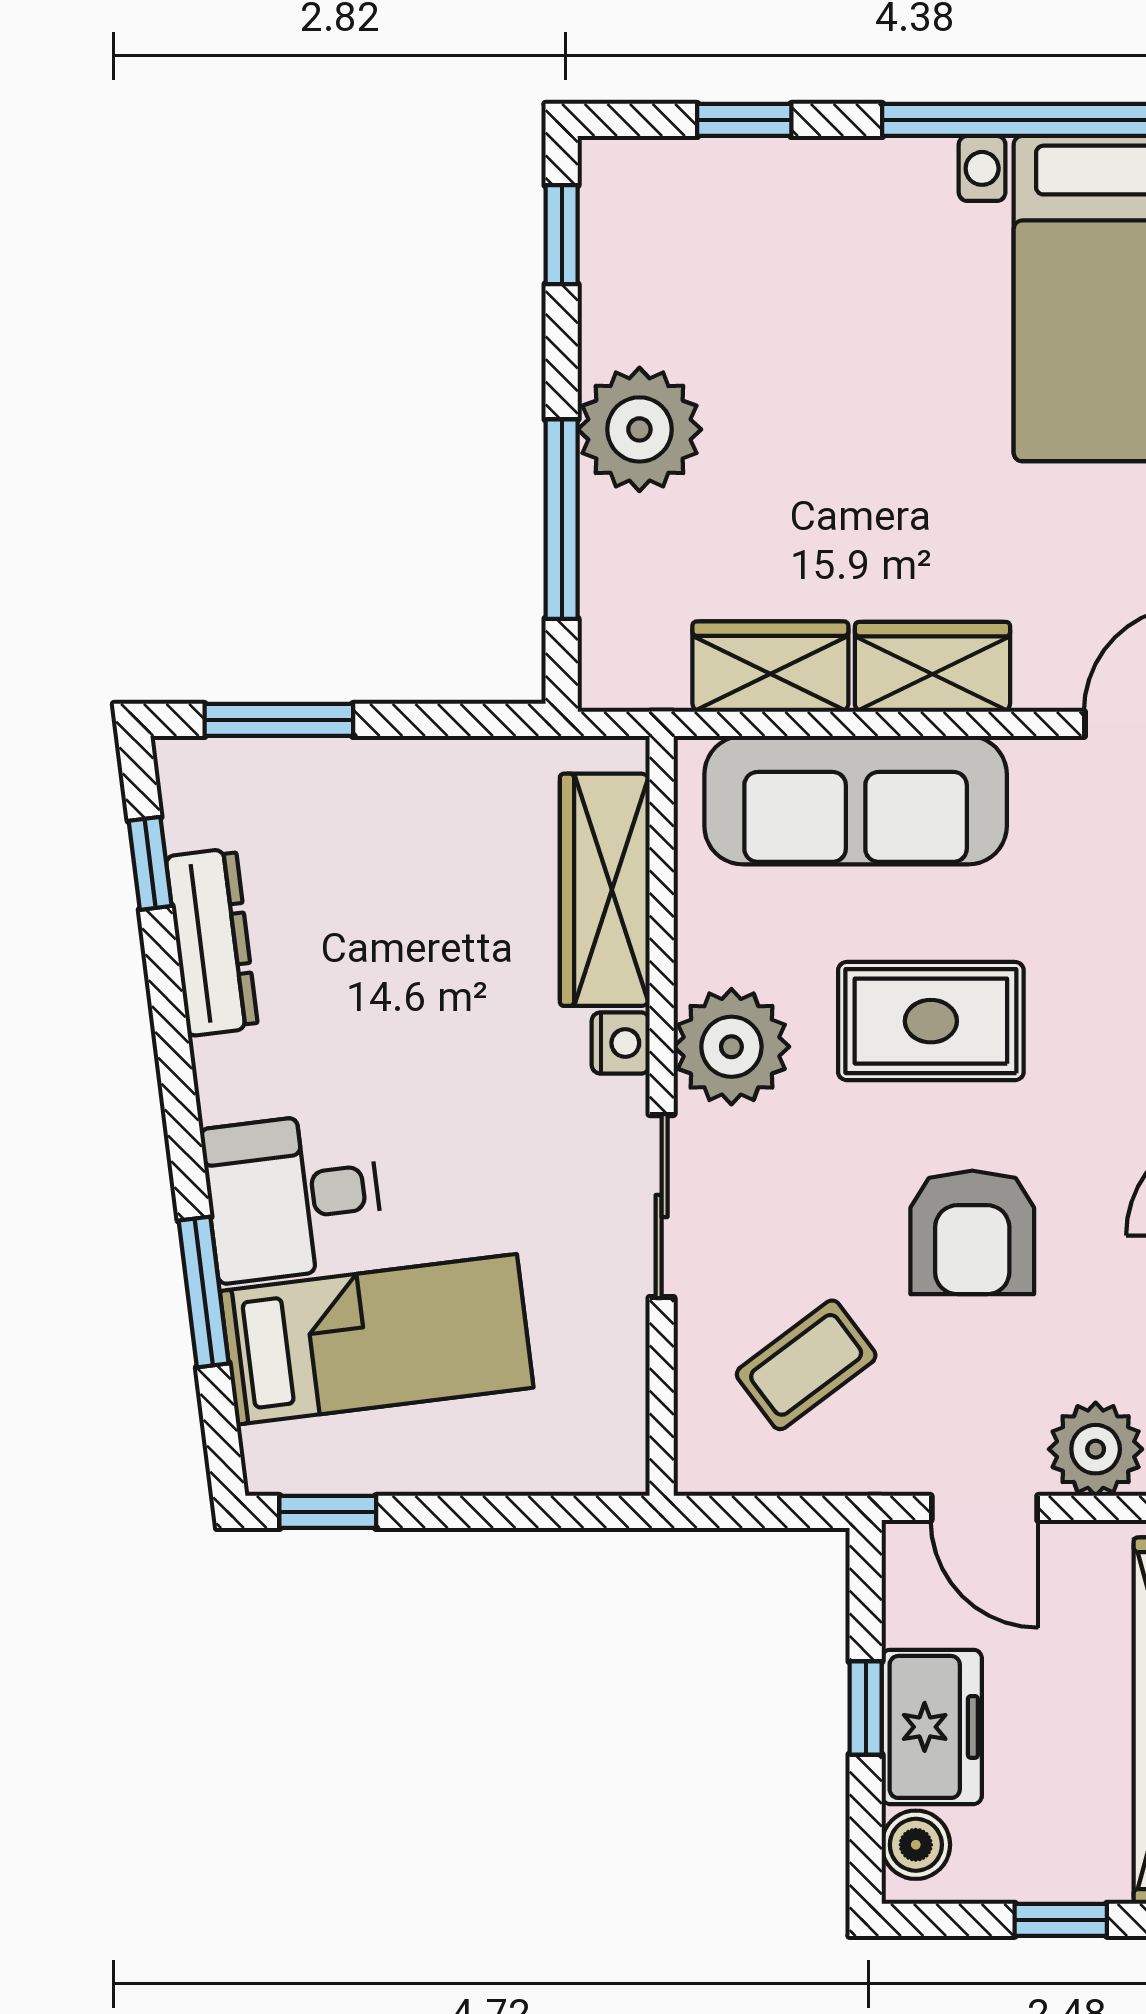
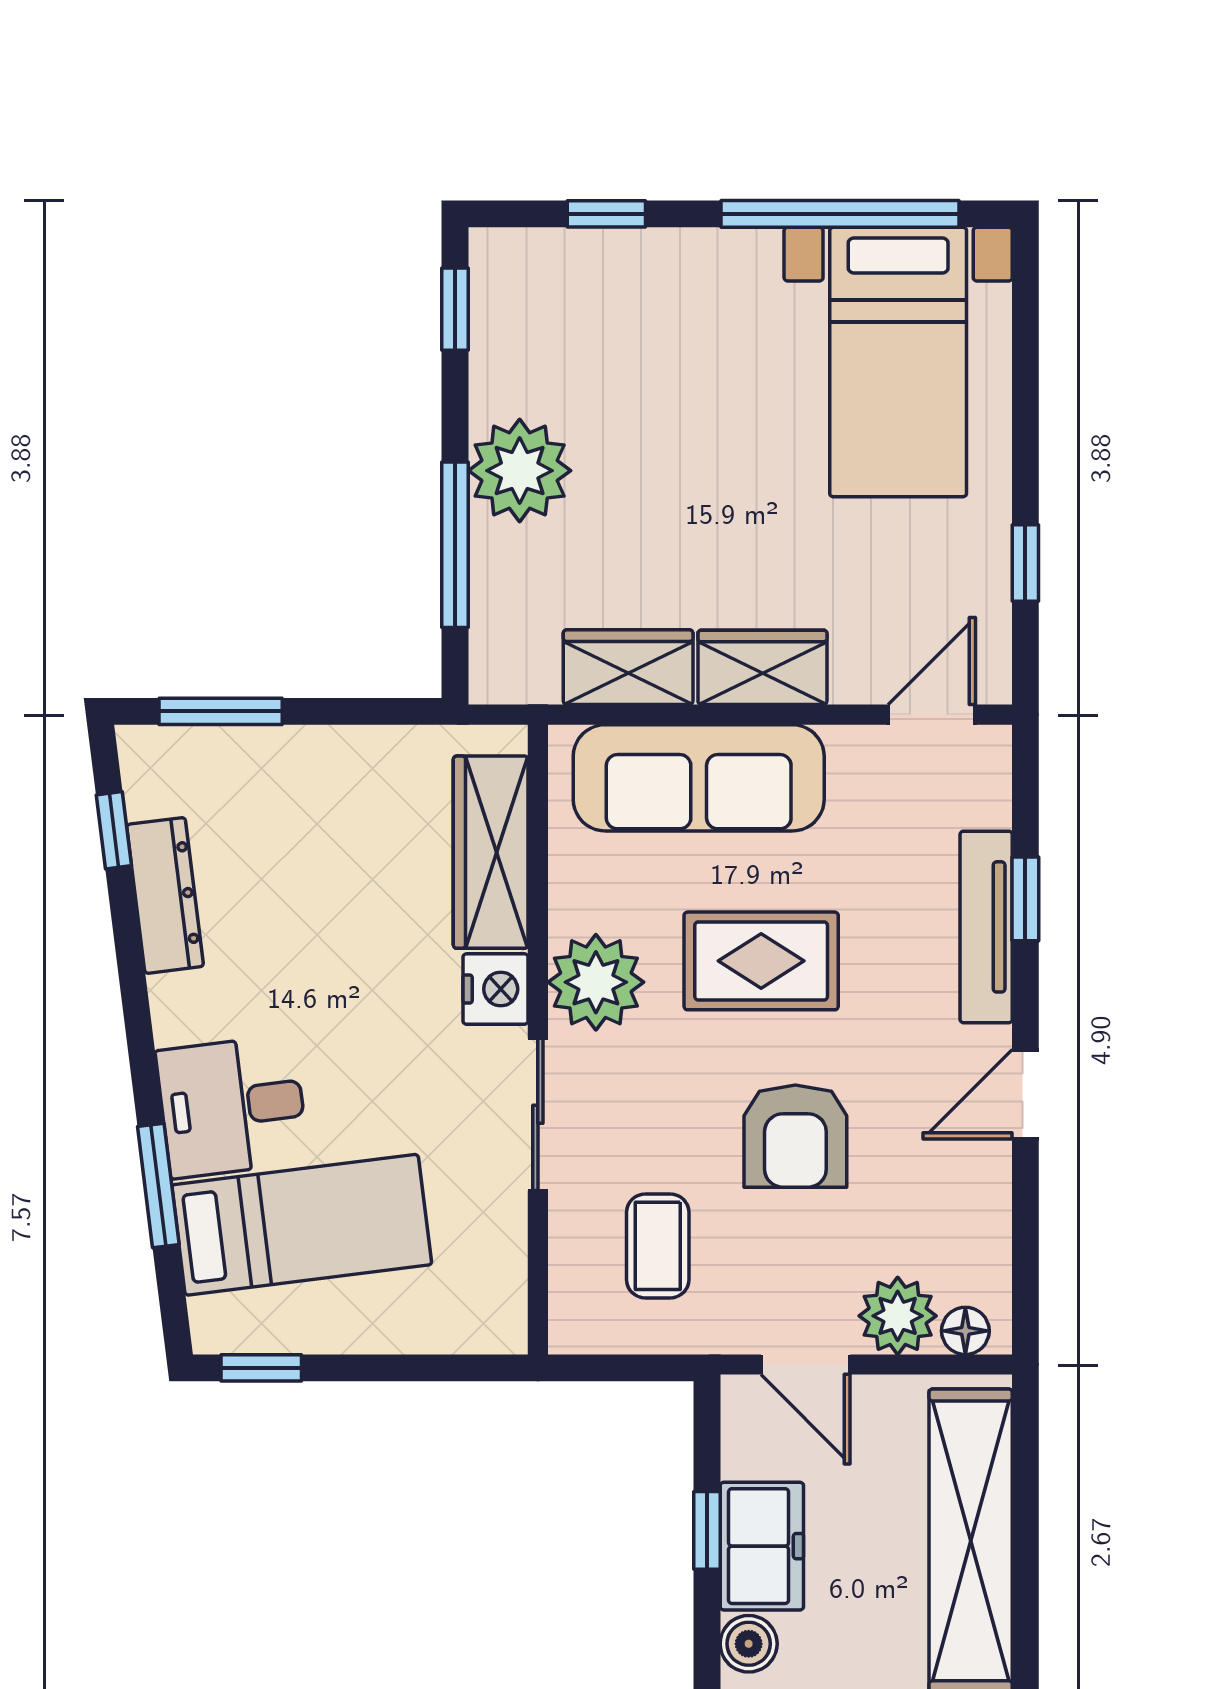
nightstand: (621, 1043) -> (495, 989), width x1.39, depth x1.35
coffee table: (806, 1365) -> (658, 1246), turned -53

